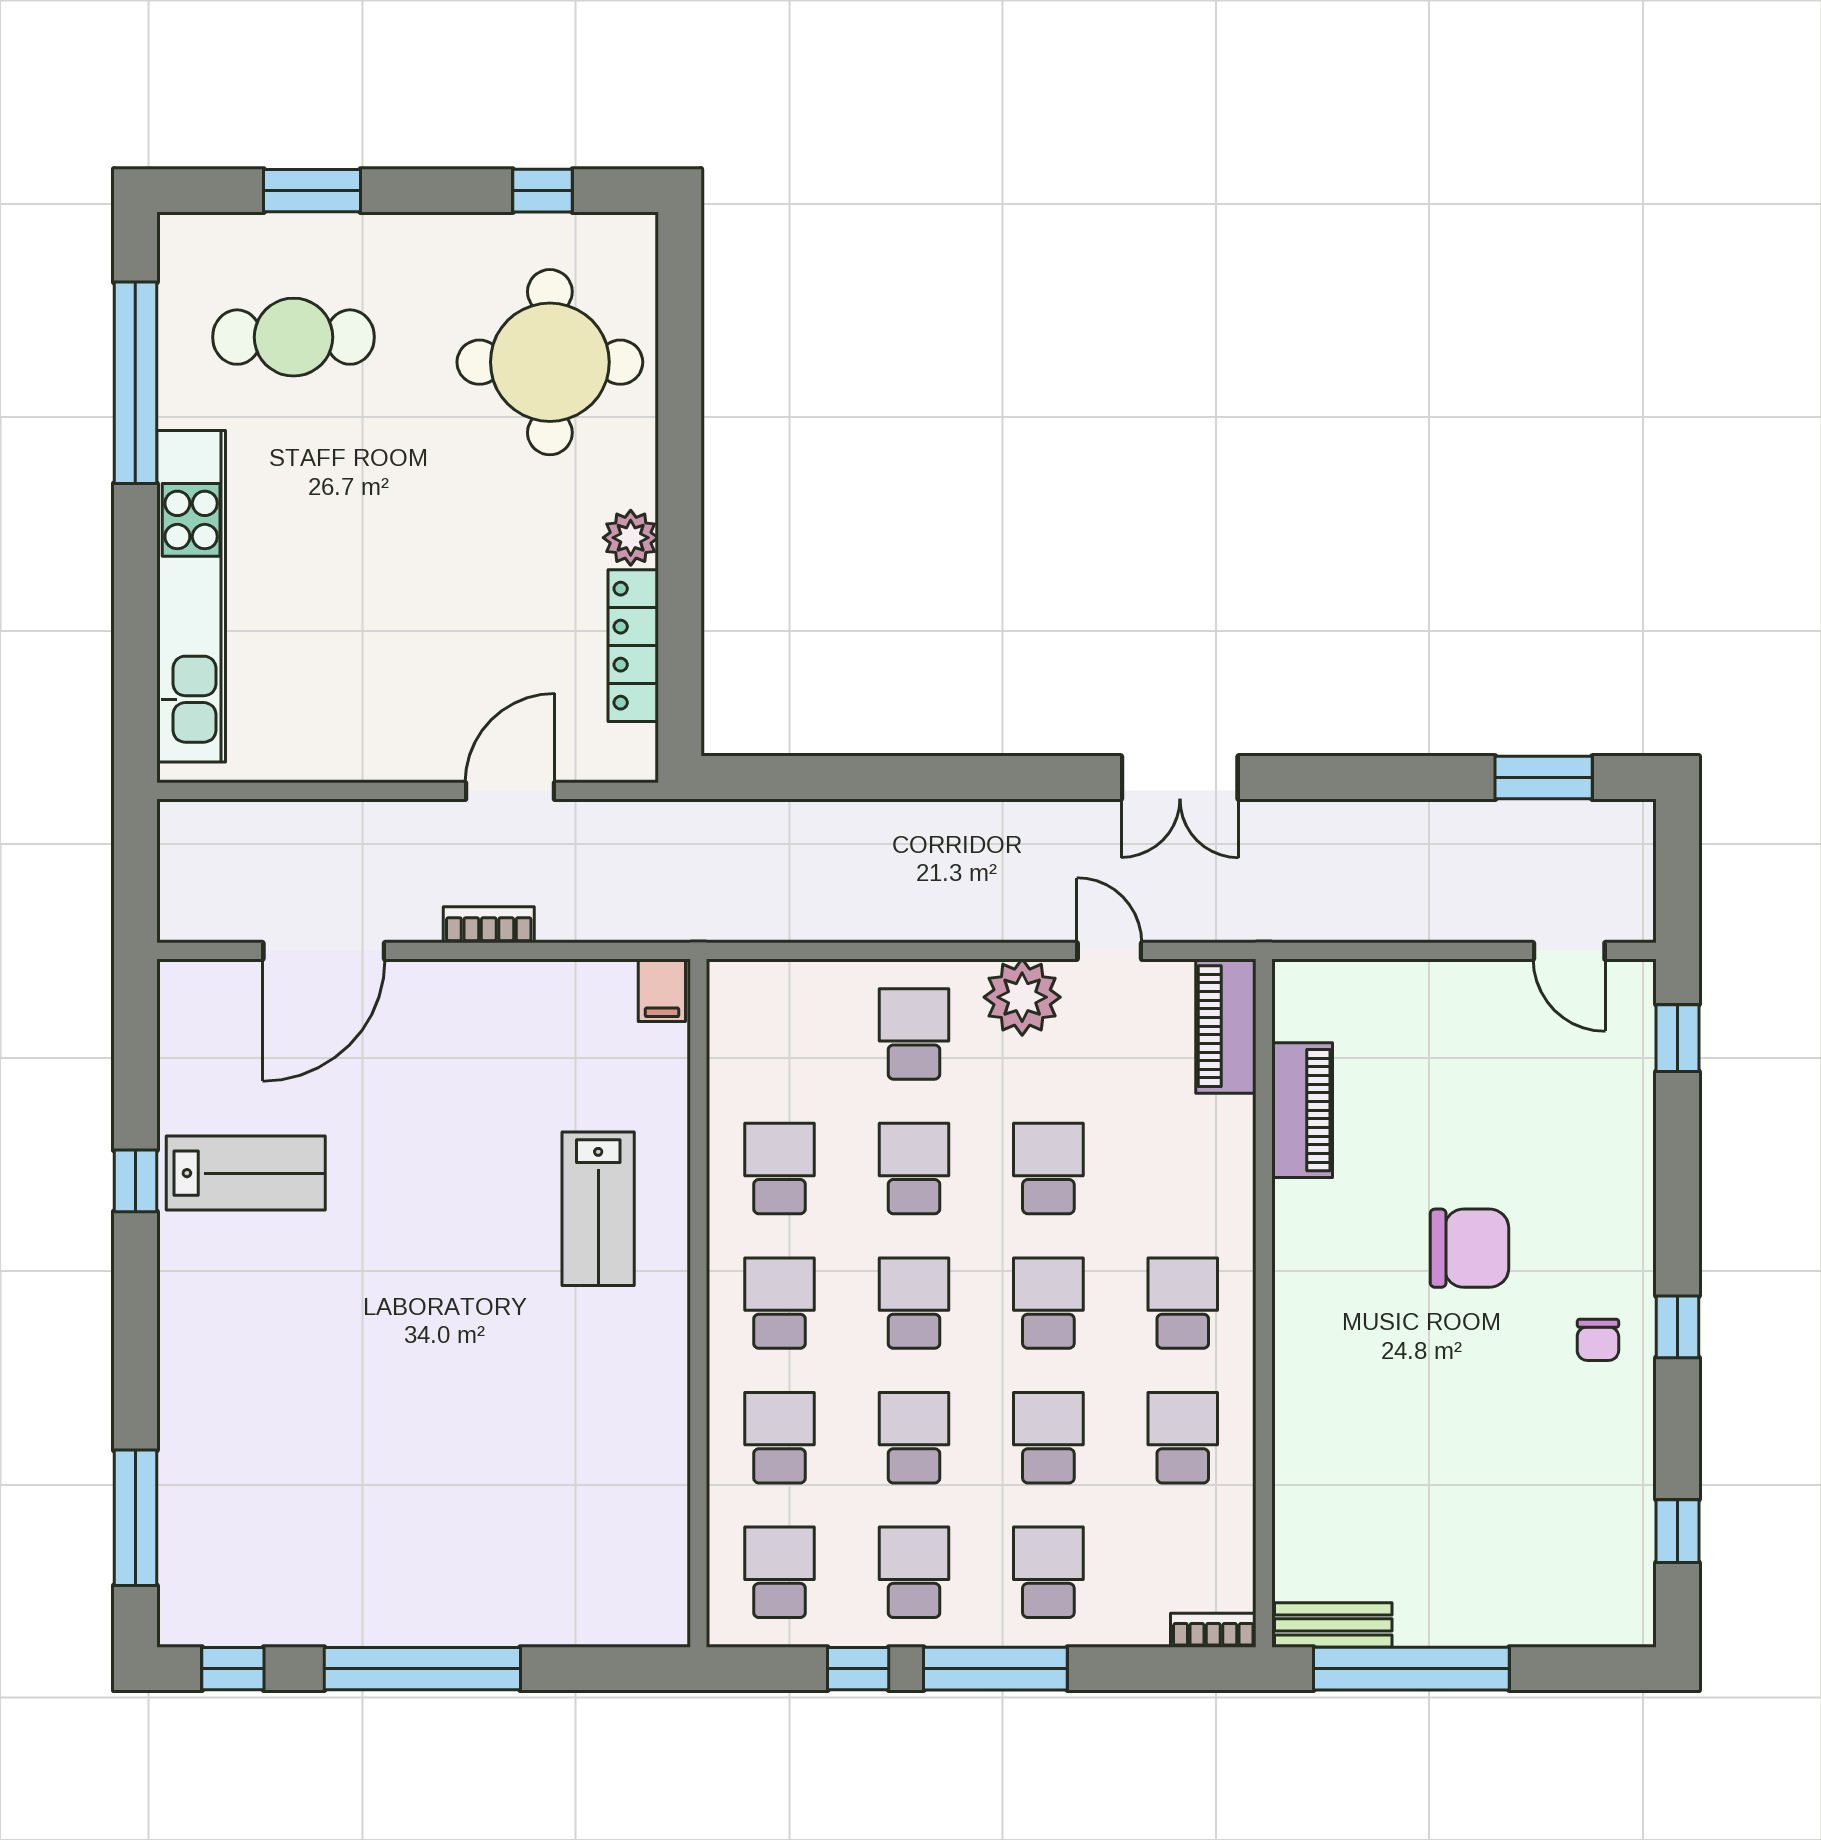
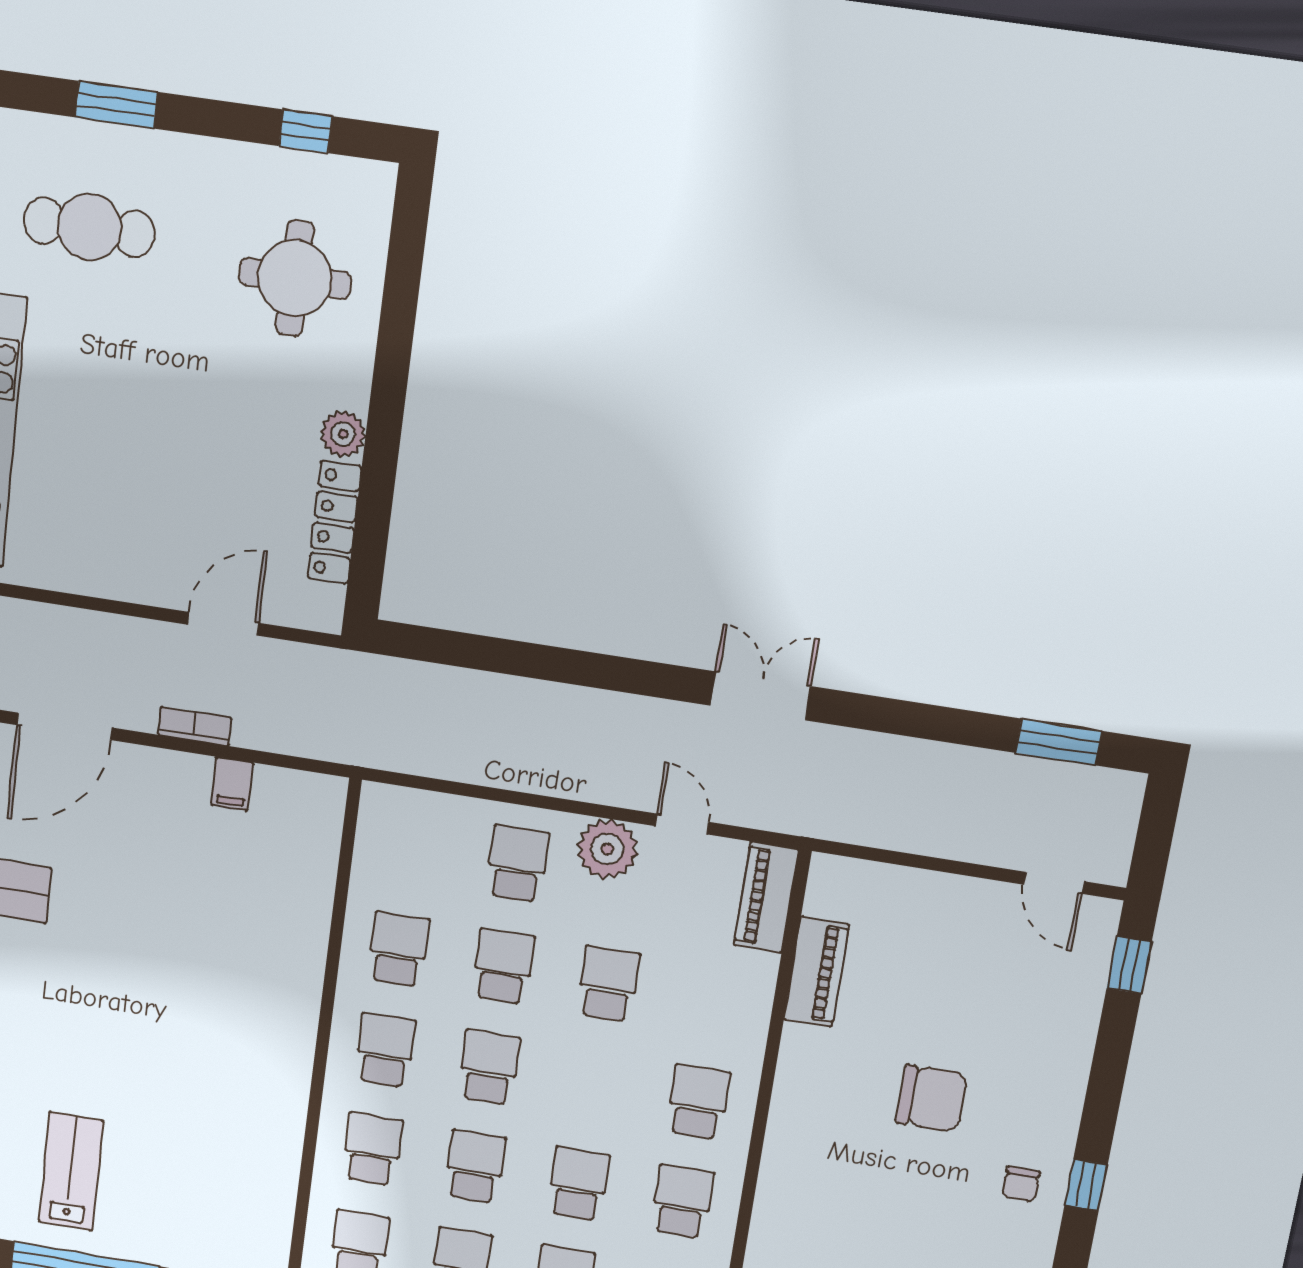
round table: (550, 362) -> (295, 278), width x0.73, depth x0.73
double door: (1180, 778) -> (760, 696), swing flipped
filing cabinet: (662, 990) -> (232, 784), moved
lab bench: (598, 1209) -> (71, 1171), moved, turned 180
school desk: (1048, 1303) -> (593, 1085), removed

